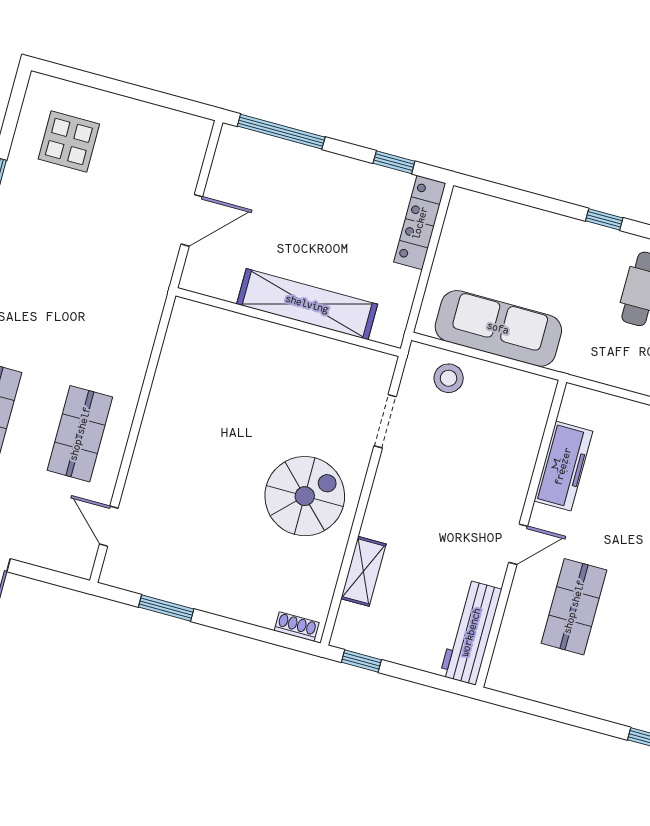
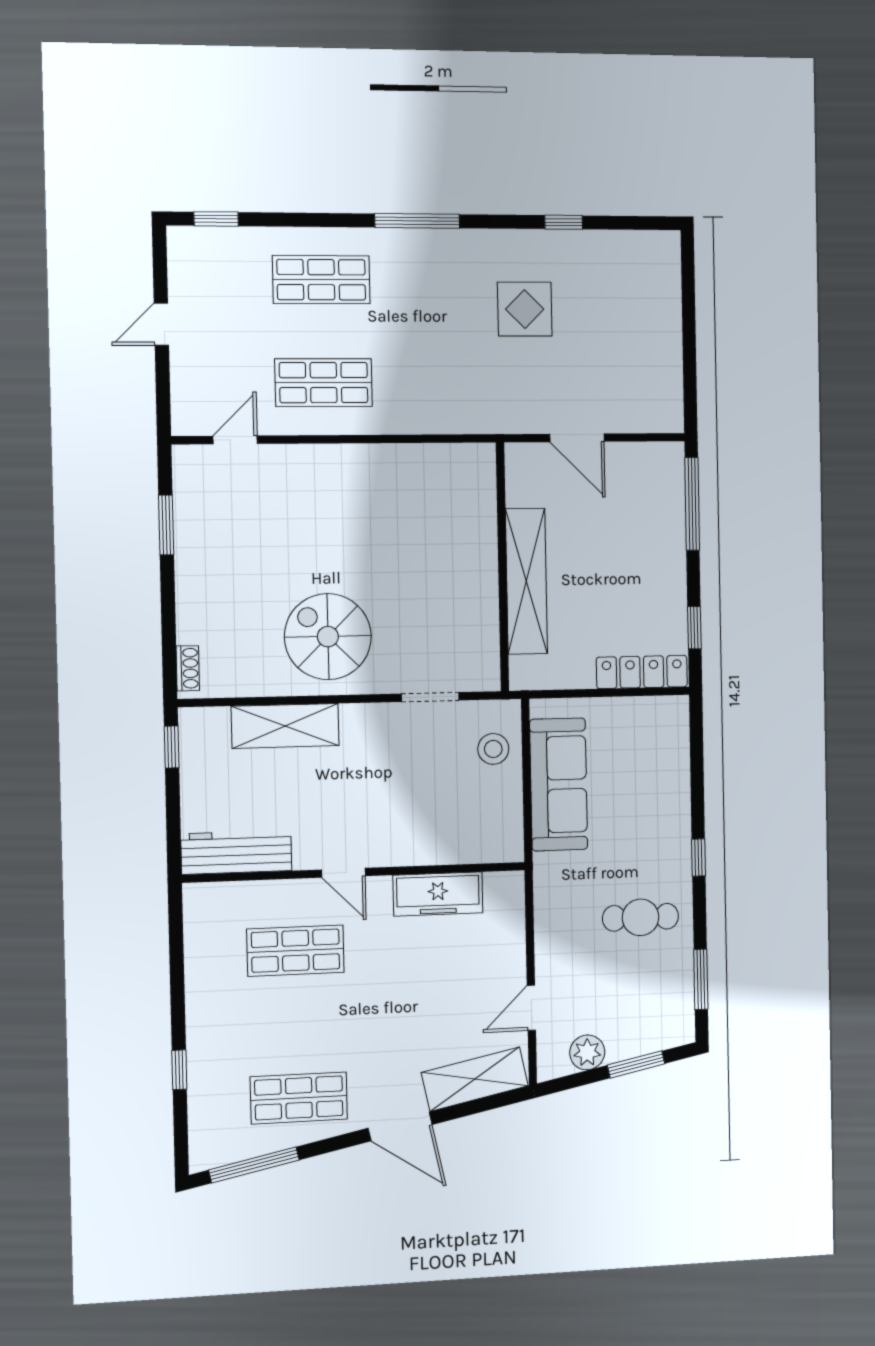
display table: (69, 141) -> (525, 309), moved
spiral stairs: (305, 496) -> (328, 637), turned 180
shelving: (363, 571) -> (285, 726), width x1.50, depth x1.33

